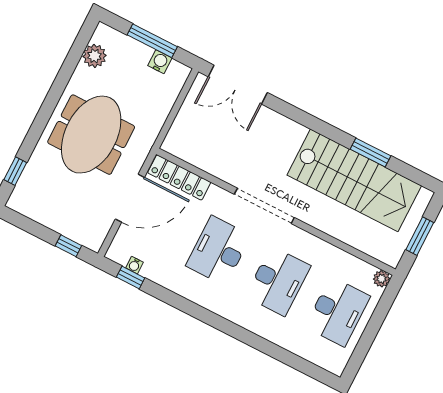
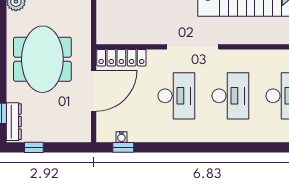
dresser: (24, 187) -> (14, 122), added
window: (68, 246) -> (34, 147), moved
desk: (218, 251) -> (176, 96), turned 180

